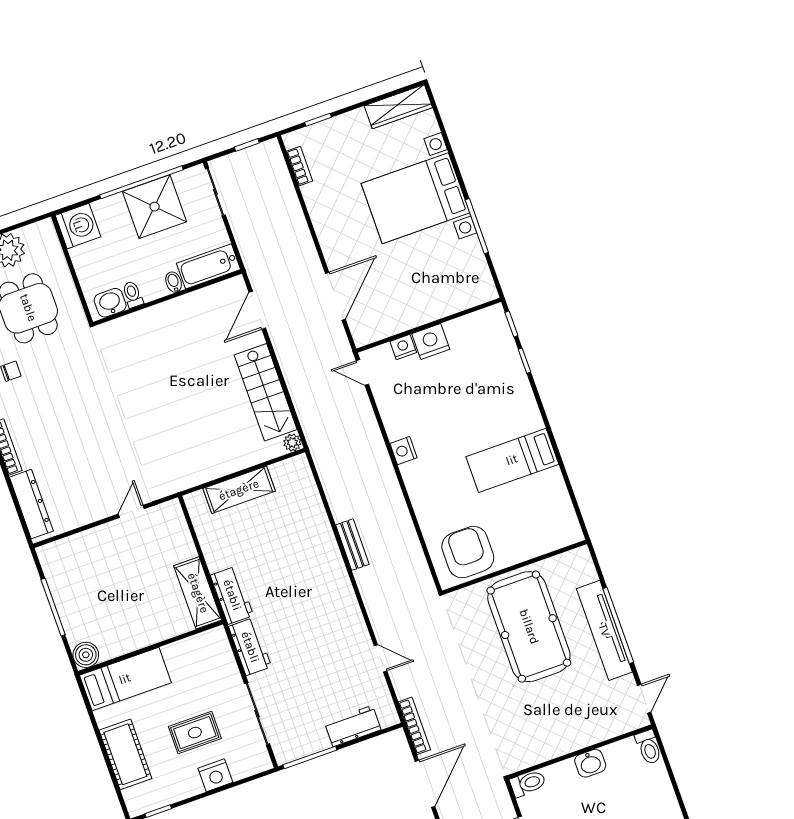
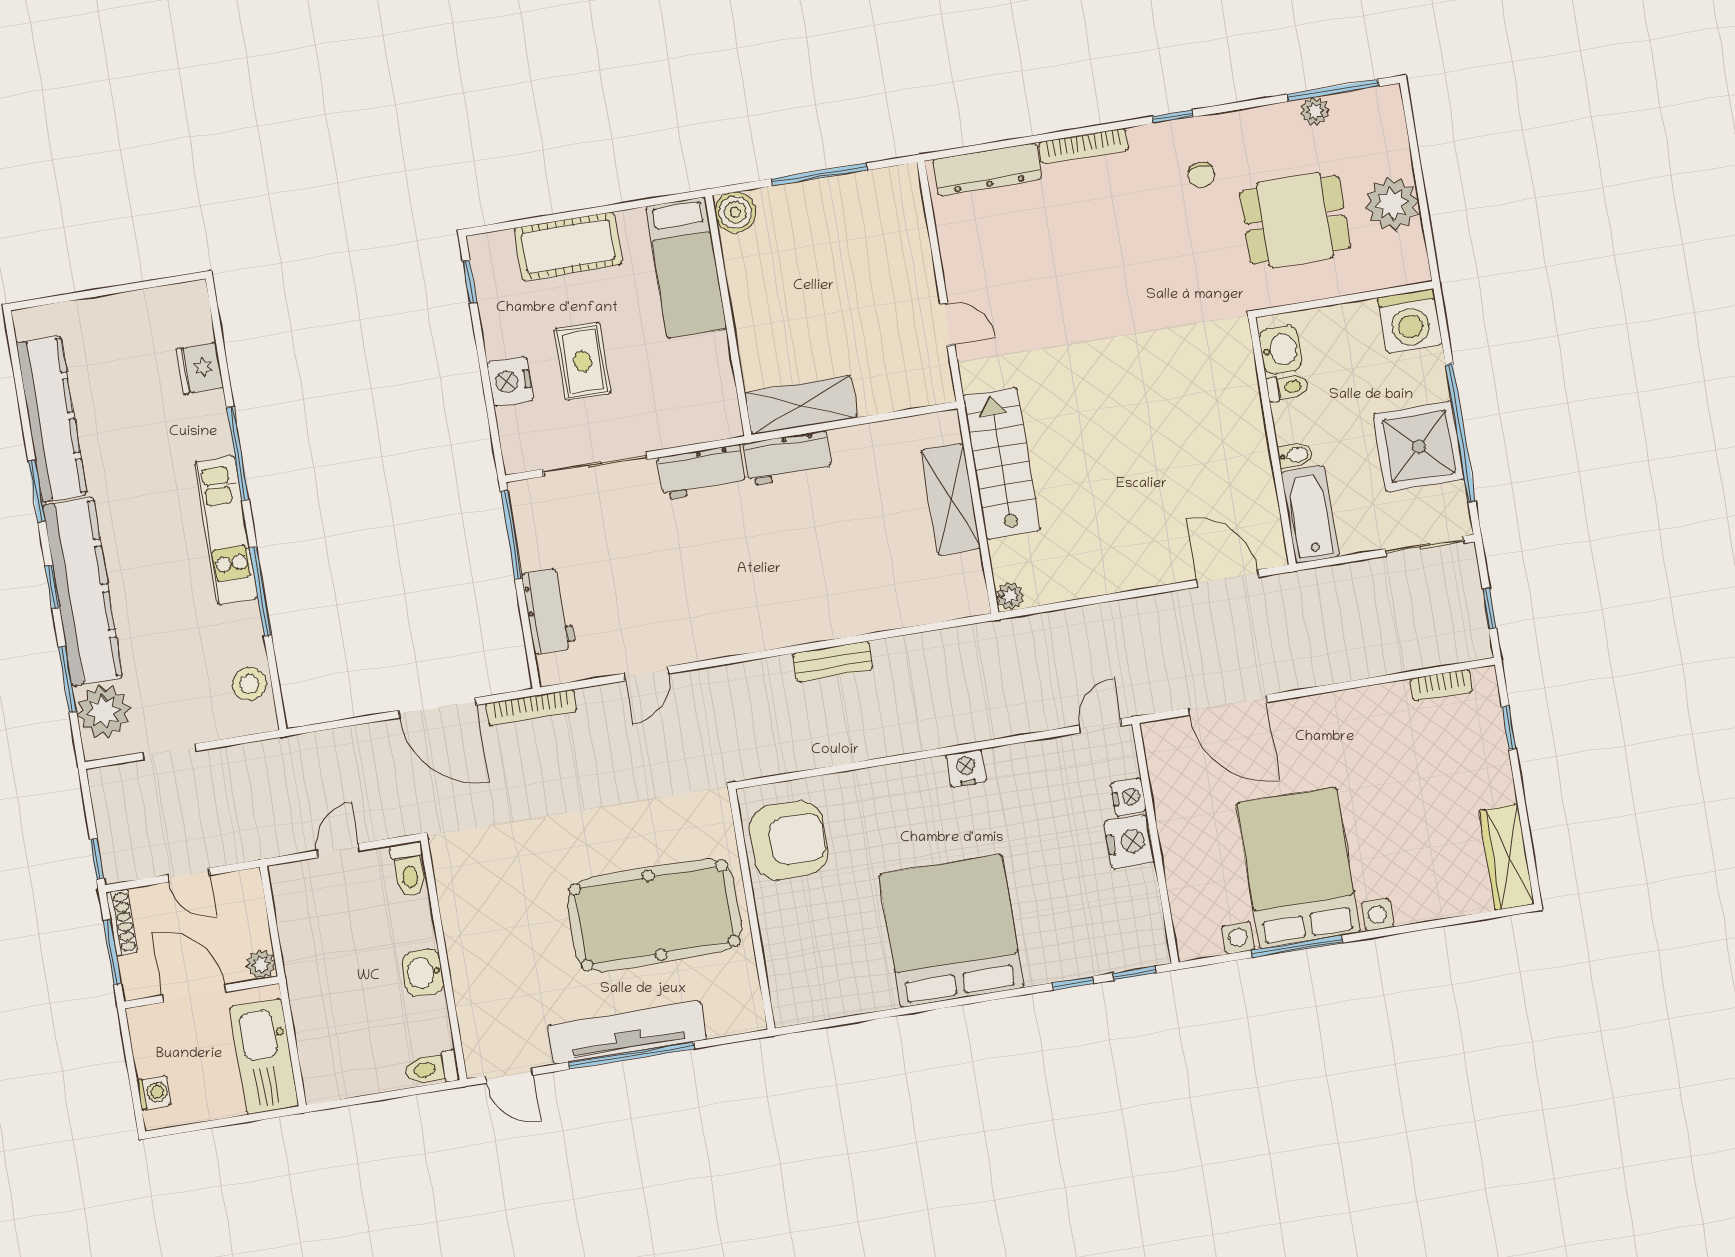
bed with nightstands: (415, 198) -> (1298, 868), moved
stairs: (266, 392) -> (1002, 463), moved, turned 90
bed: (512, 460) -> (951, 931), width x2.04

